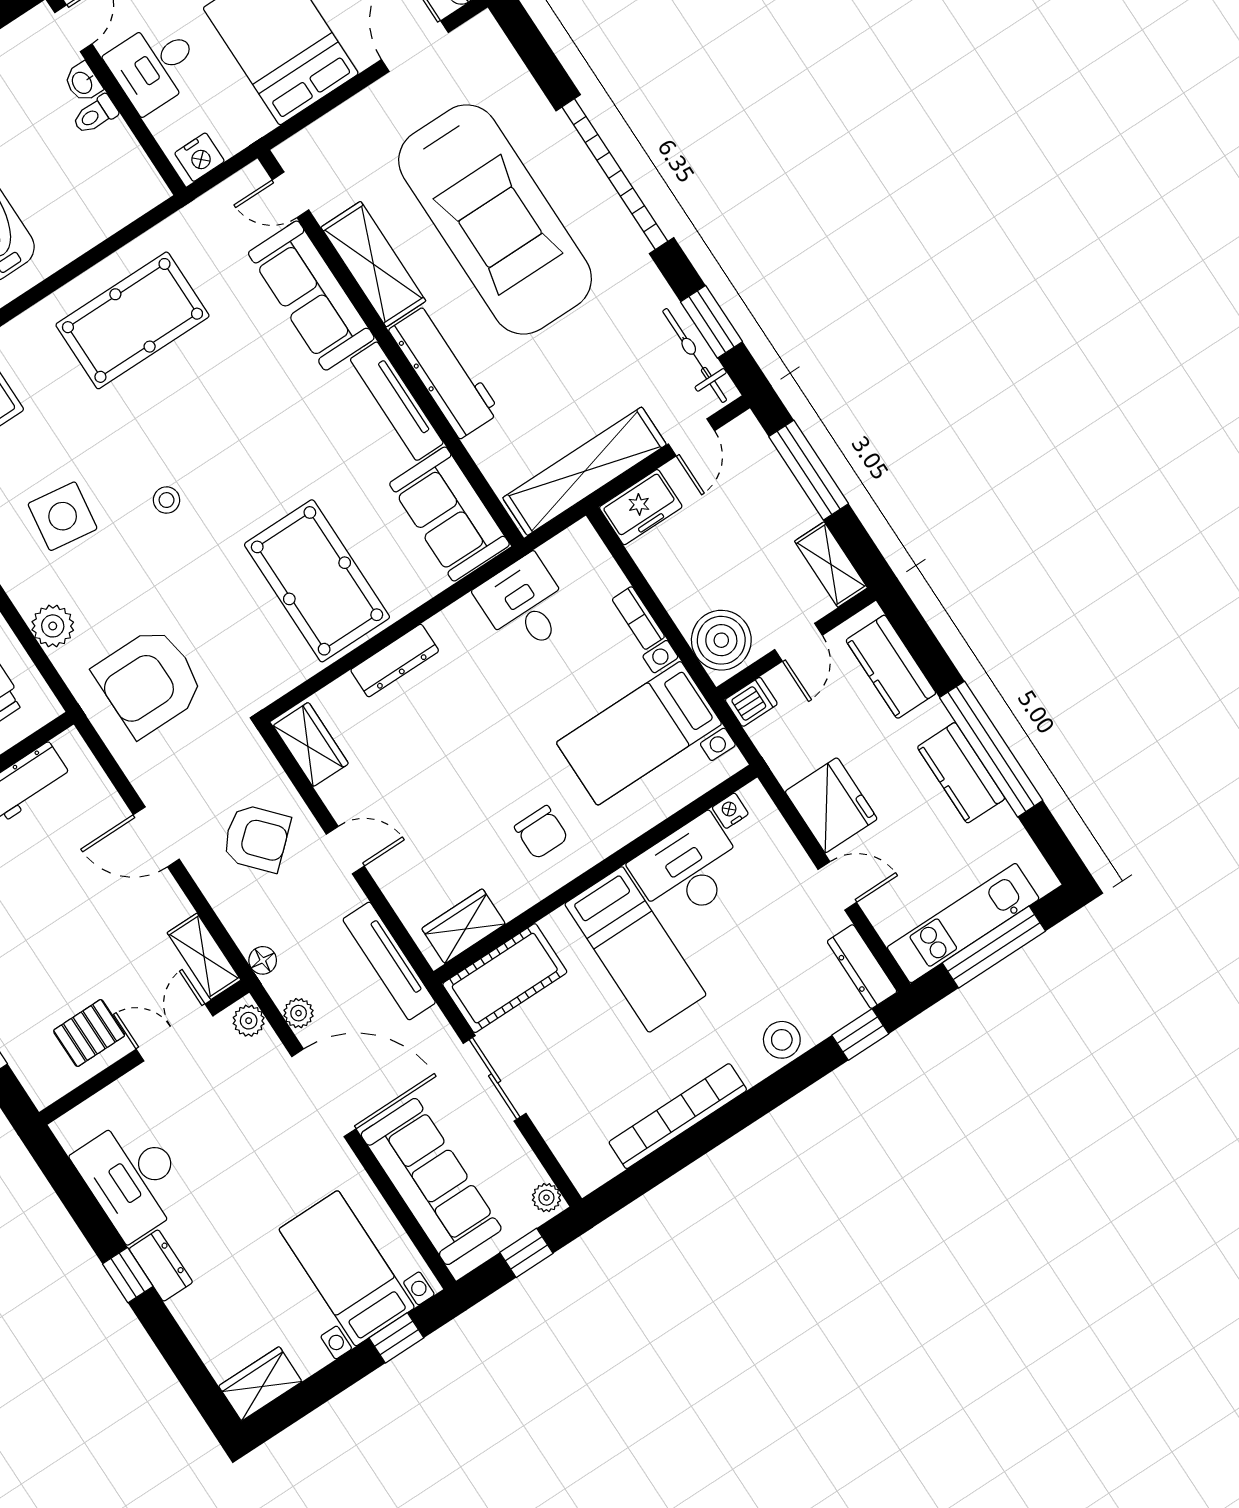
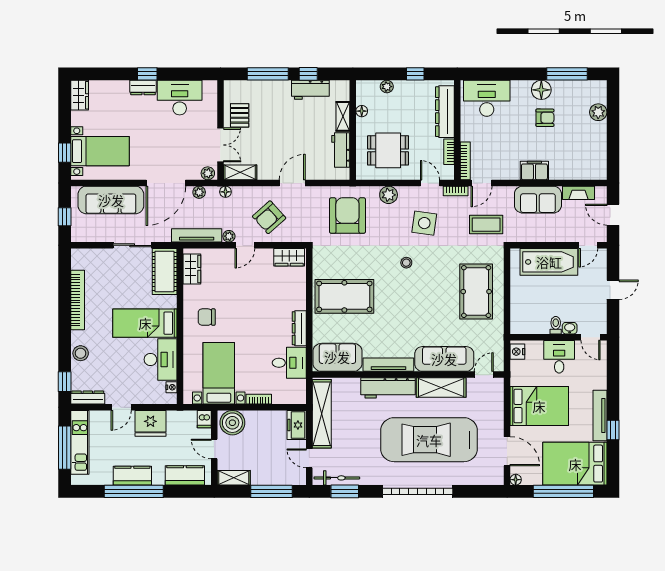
dresser: (395, 661) -> (299, 328), moved
plant: (546, 1198) -> (229, 236), moved

